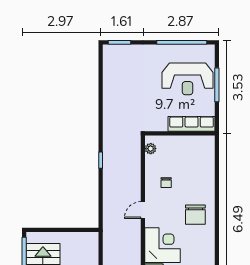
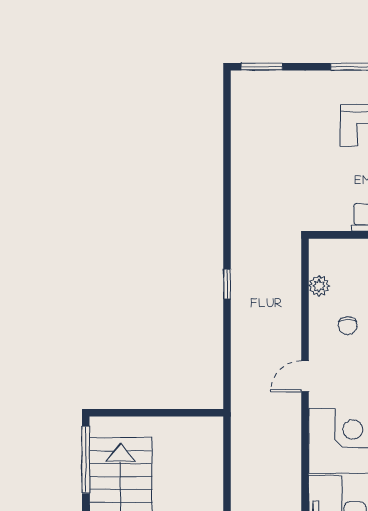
plant: (151, 149) -> (319, 286), moved

